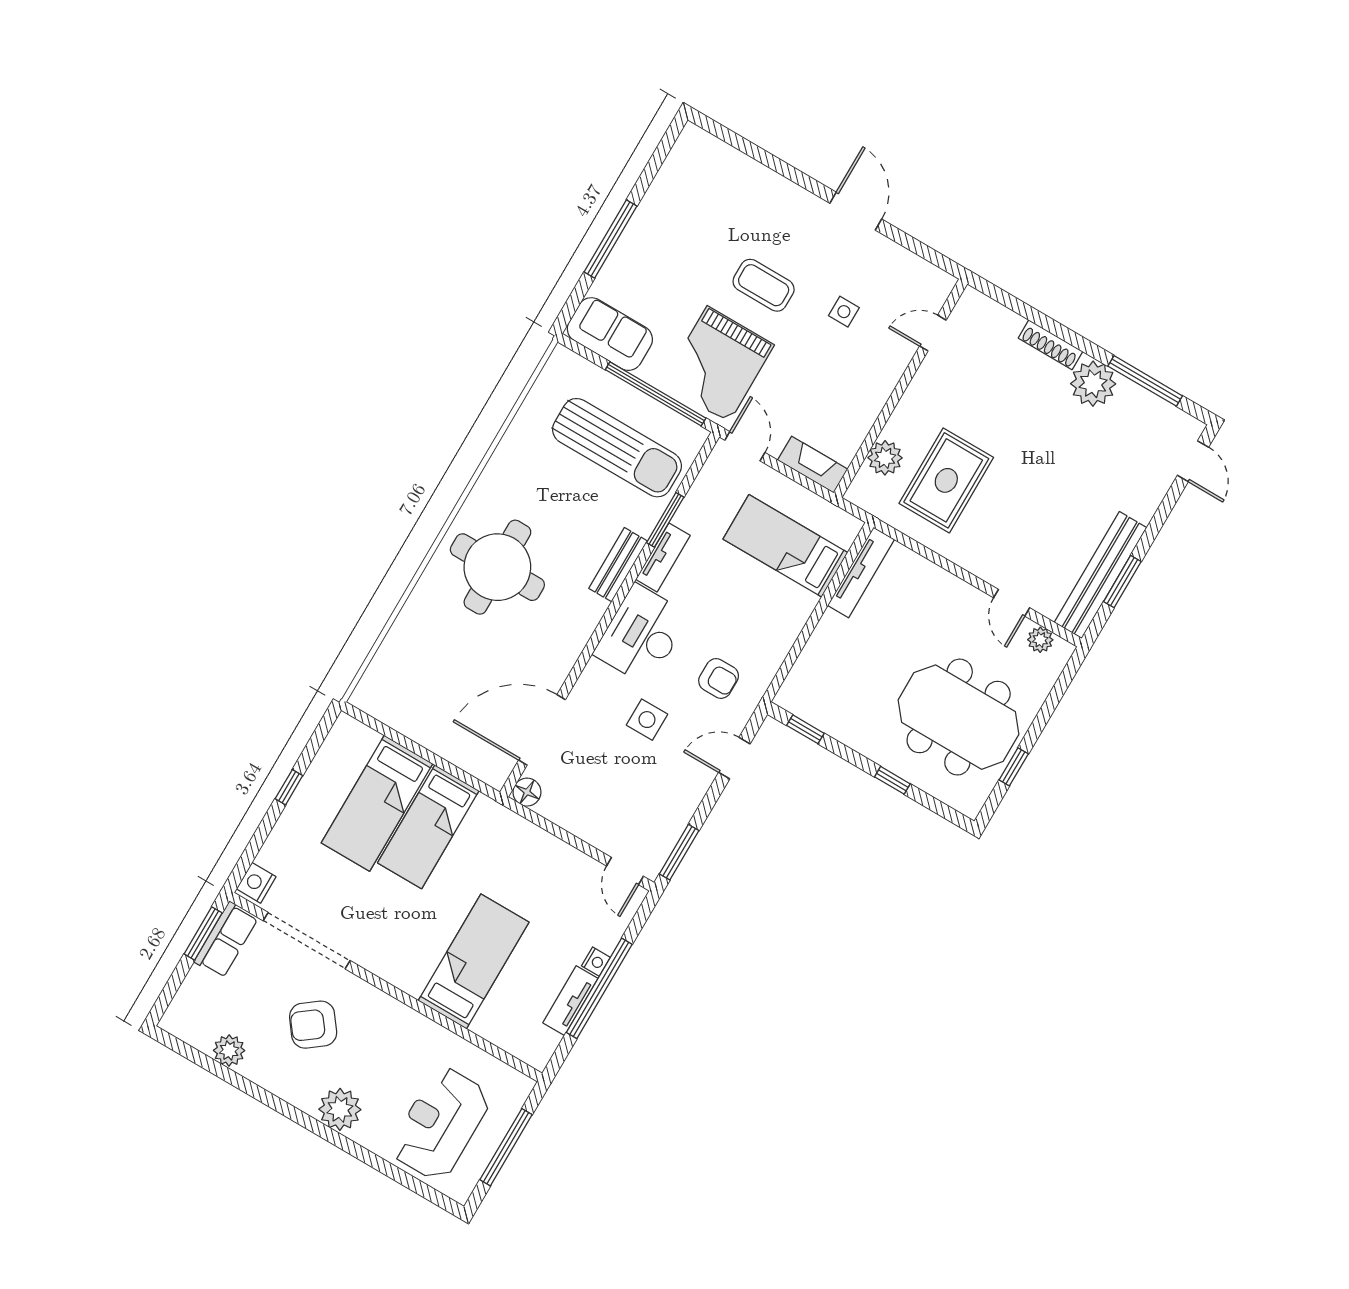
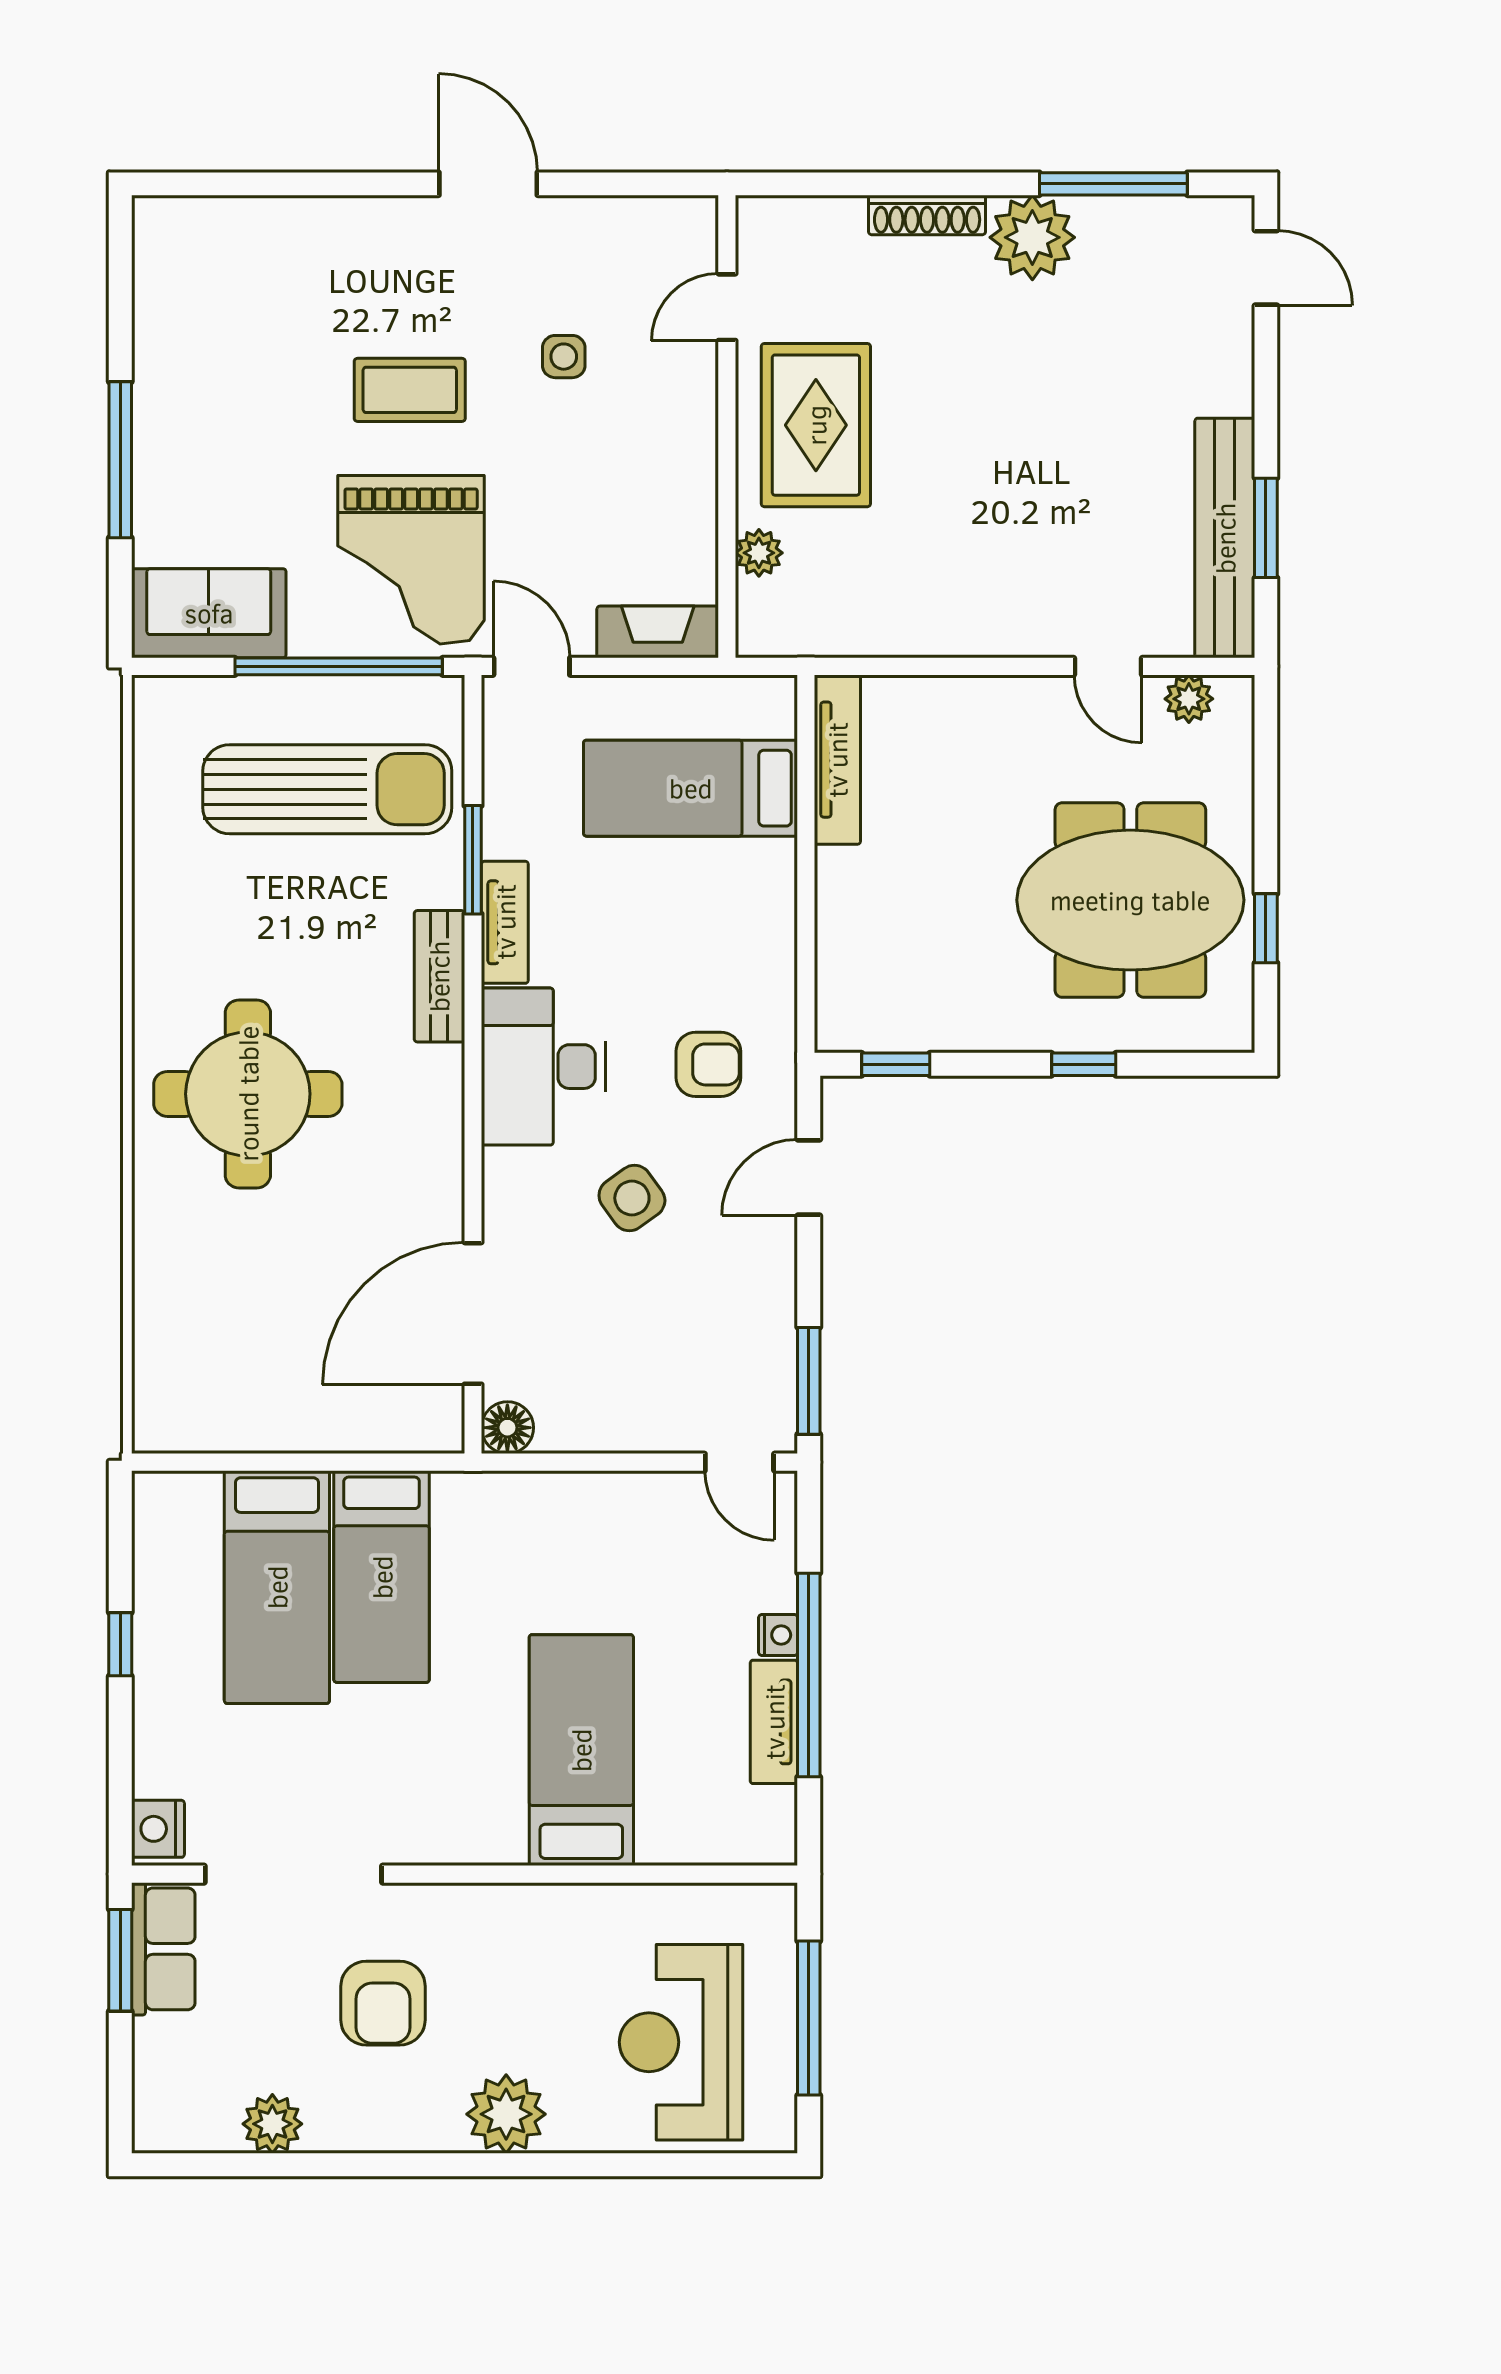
plant: (885, 458) -> (759, 553), width x0.73, depth x0.73
rug: (946, 480) -> (816, 425), moved
side table: (647, 720) -> (632, 1198), turned -36
armchair: (313, 1025) -> (383, 2003), turned -53

